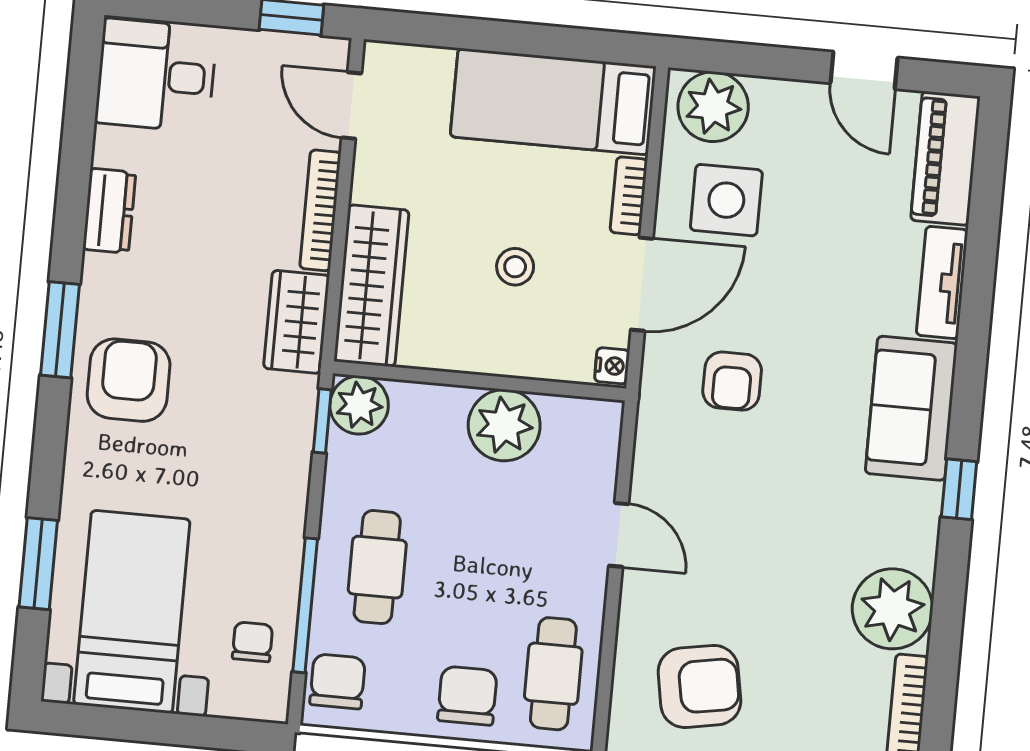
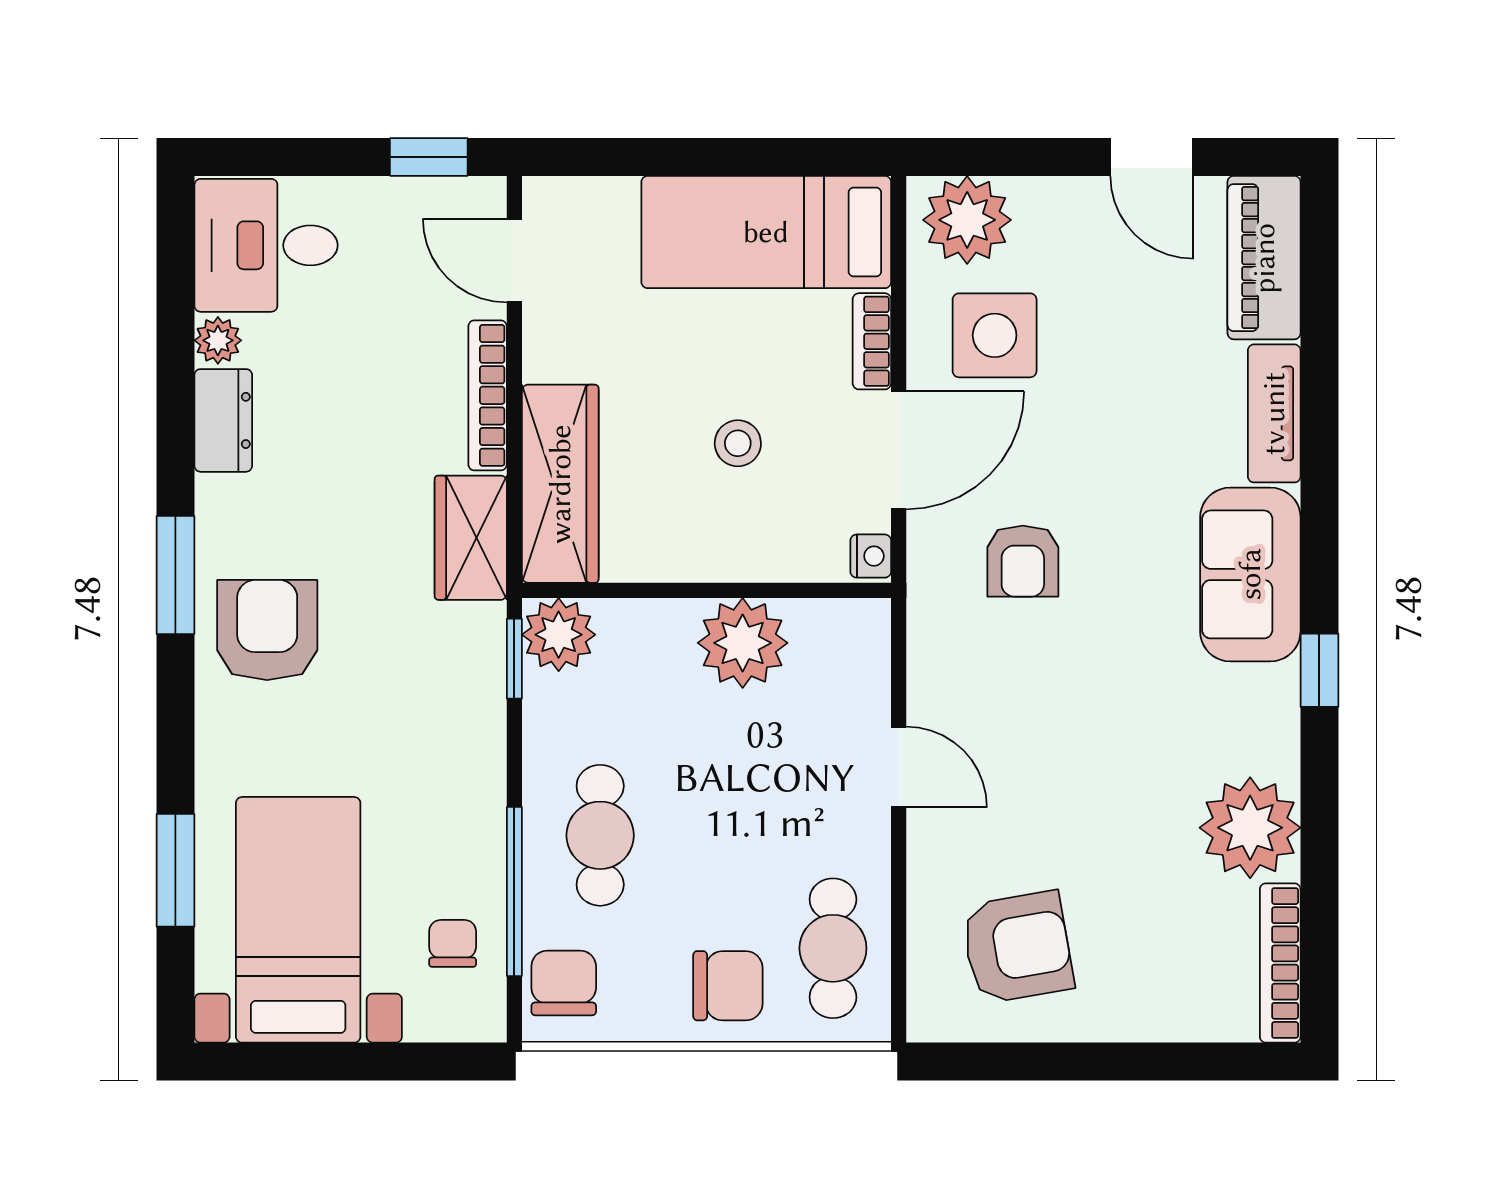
plant: (111, 147) -> (218, 340), added
chair: (467, 696) -> (728, 986), turned 90

